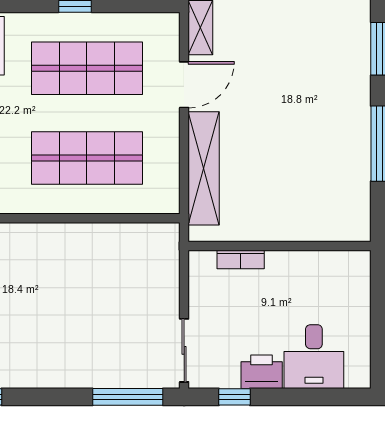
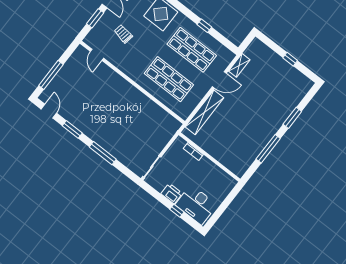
desk: (314, 357) -> (196, 205), width x1.37
window: (128, 397) -> (103, 153), moved
window: (234, 397) -> (177, 211), moved

